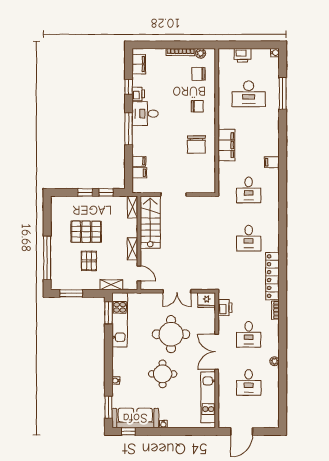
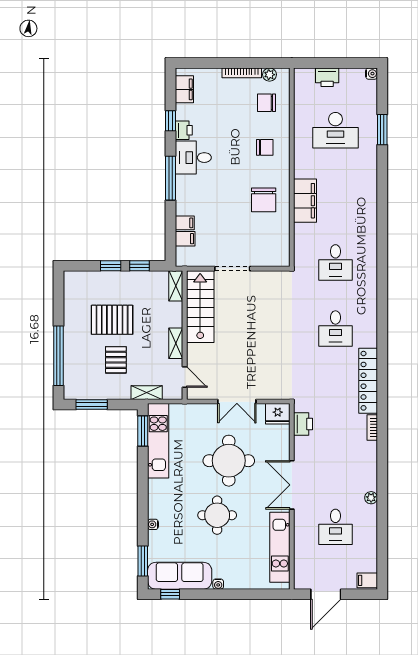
window: (283, 93) -> (382, 130), width x0.69
filing cabinet: (272, 162) -> (367, 580), moved
desk: (249, 334) -> (335, 461), removed

